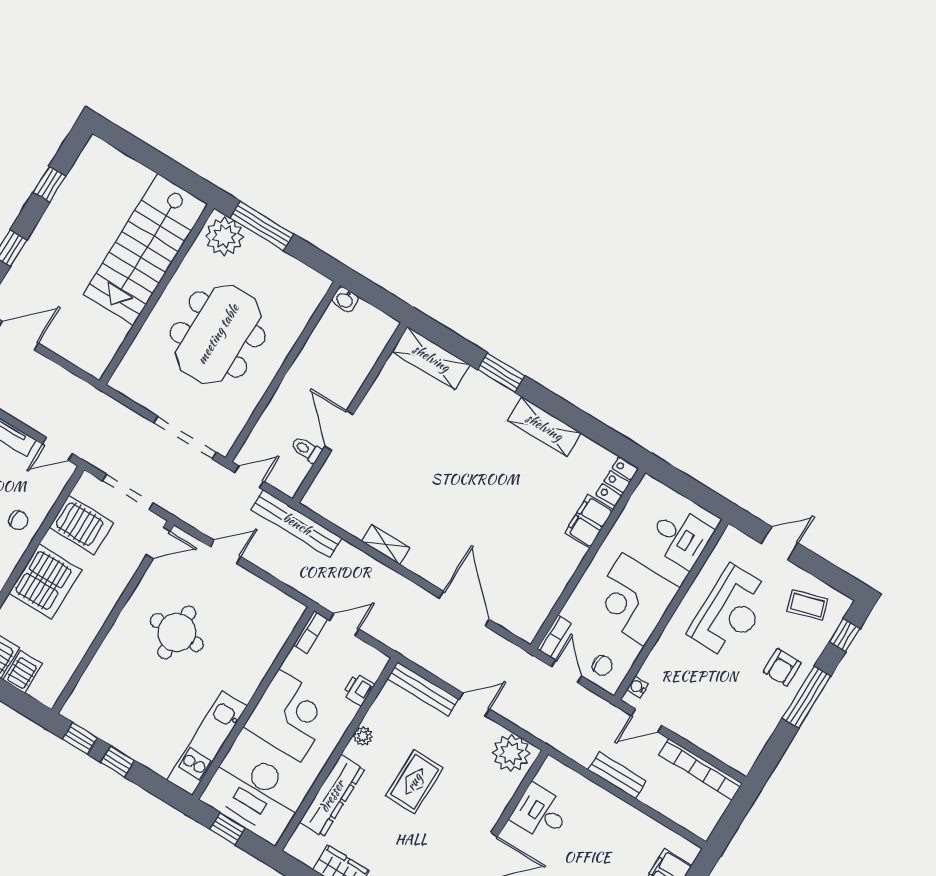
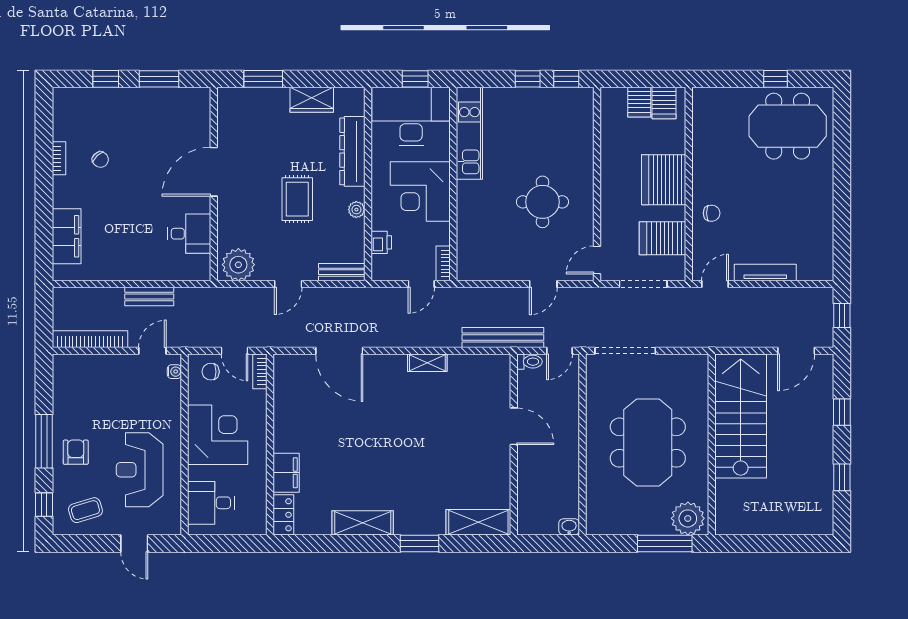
stairs: (146, 249) -> (741, 416), moved
toilet: (306, 450) -> (529, 362), moved
chair: (18, 520) -> (712, 213), turned 180
door: (780, 543) -> (134, 543), hinge flipped
bench: (423, 689) -> (342, 272), width x0.73

